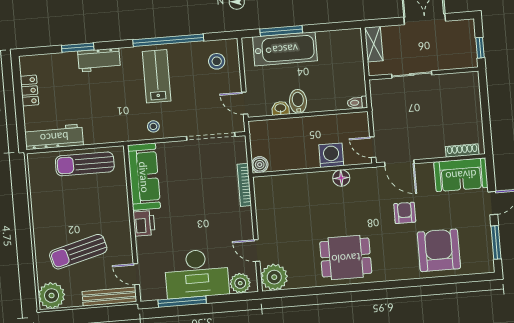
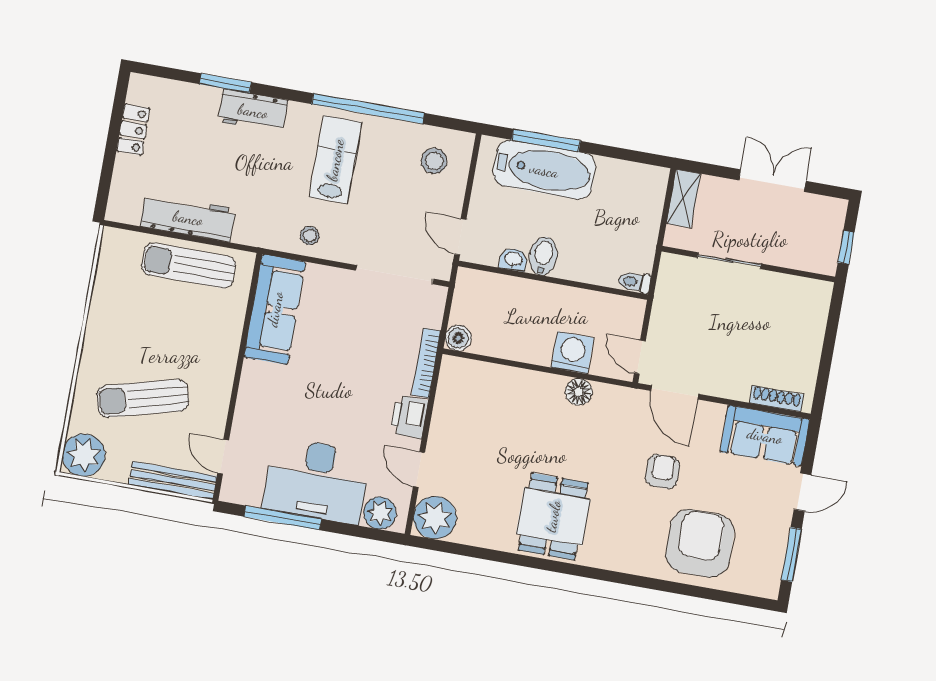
workbench: (54, 137) -> (188, 218), moved
printer: (144, 223) -> (409, 417), moved, turned 180
dining table: (346, 258) -> (553, 516), turned 90

